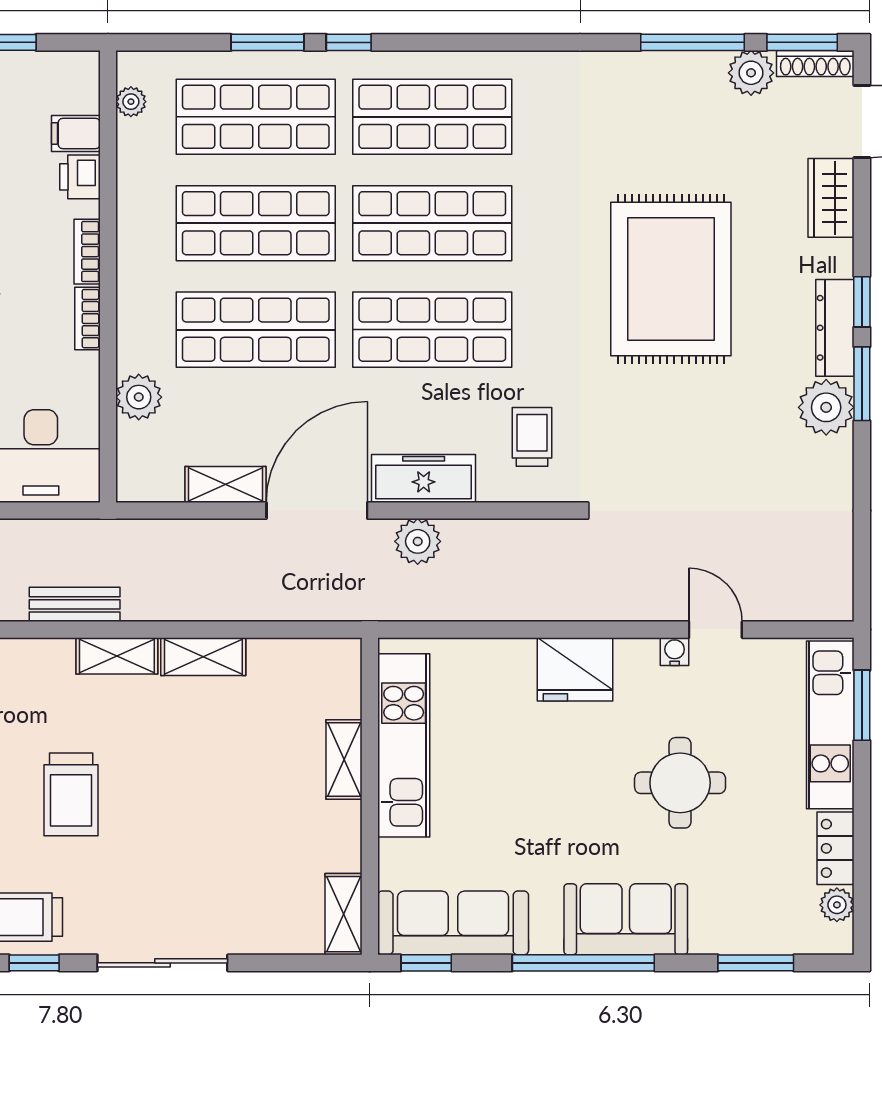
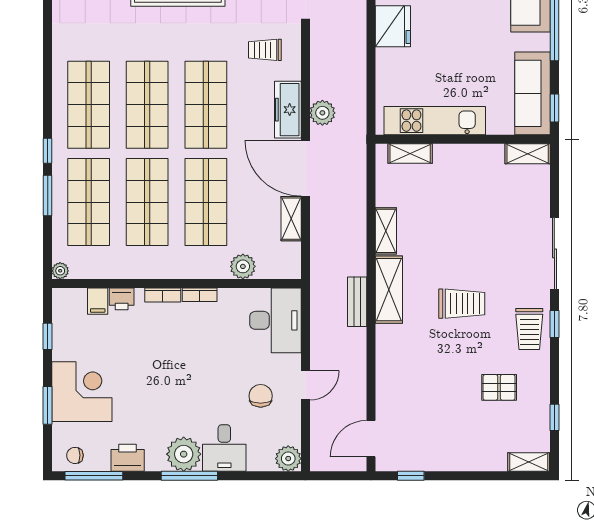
plant: (131, 102) -> (60, 271), moved
shelving: (117, 656) -> (389, 290), width x1.50, depth x1.33
shelving: (344, 759) -> (410, 153), moved

